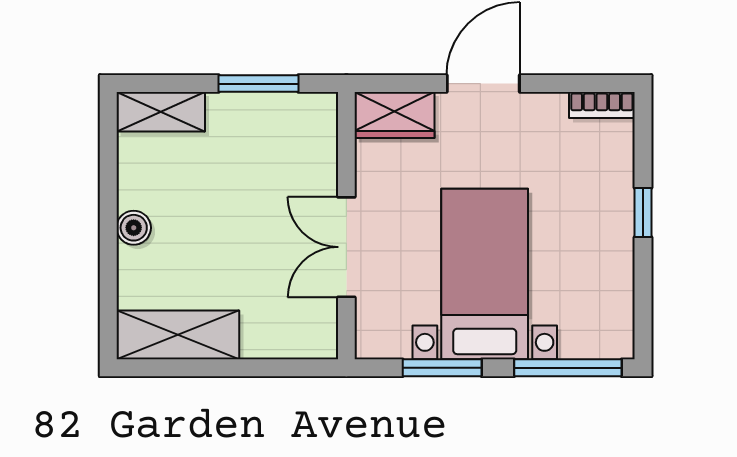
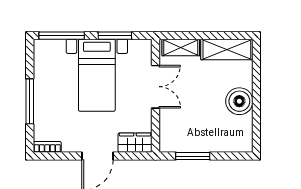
shelving: (161, 112) -> (181, 48), moved
window: (643, 213) -> (30, 101), width x2.17
boiler: (134, 228) -> (239, 101), width x1.86, depth x1.86

